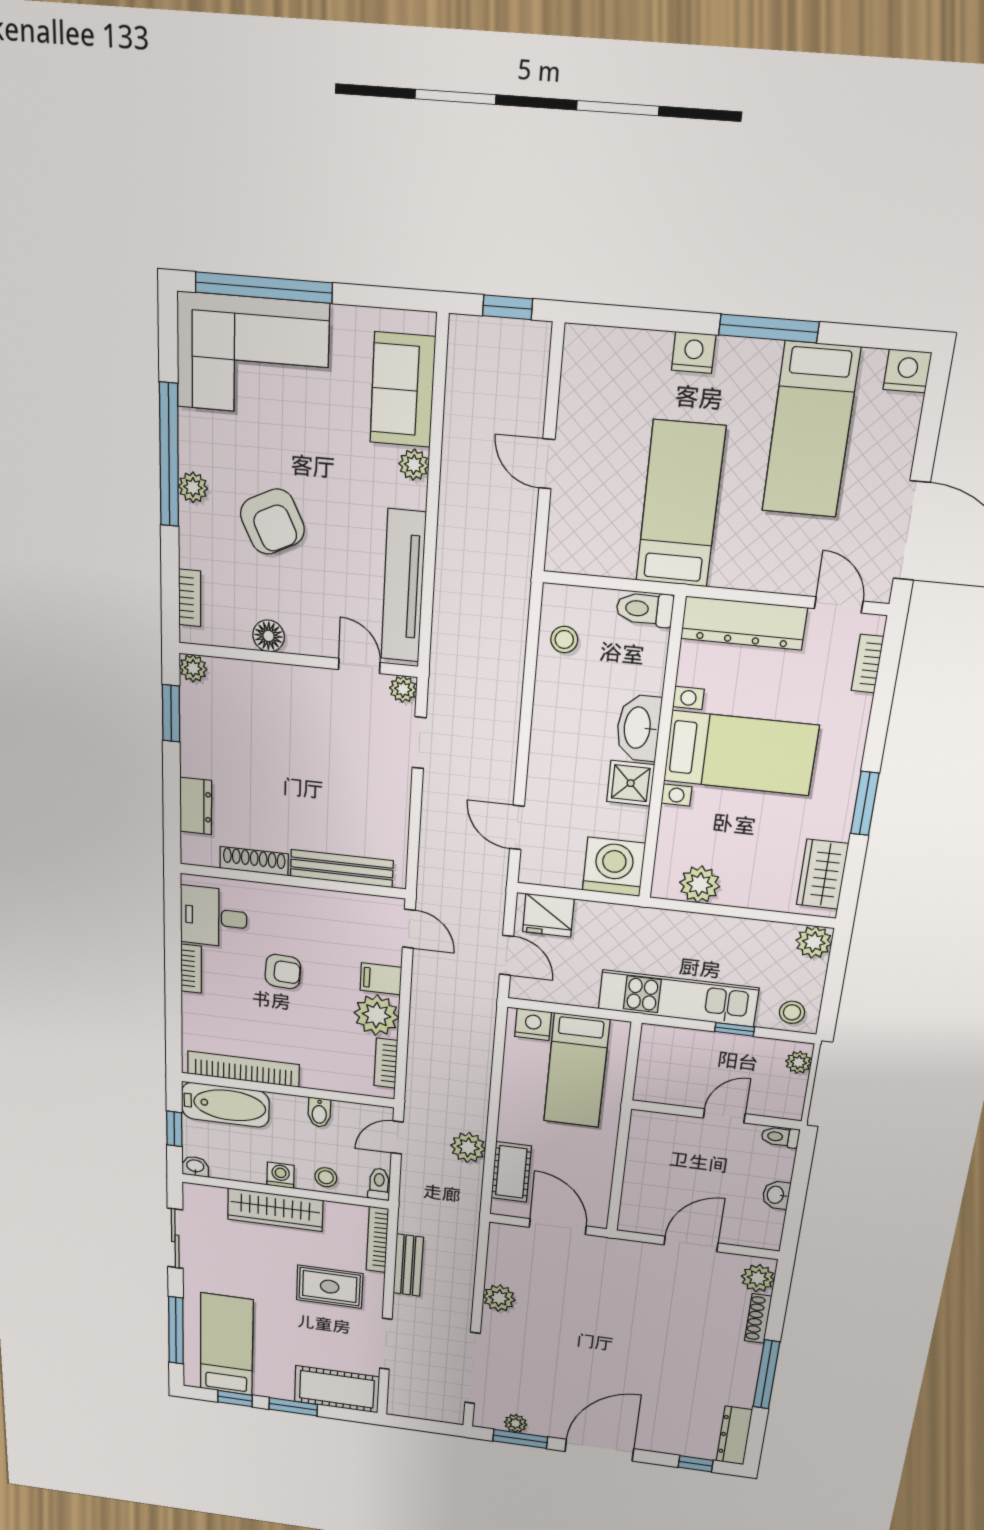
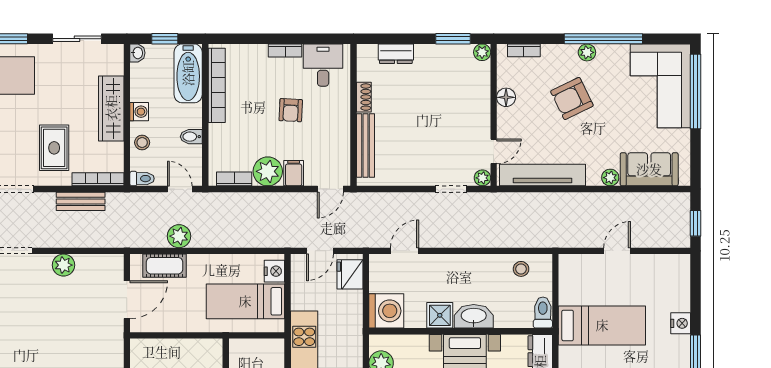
shoe rack: (254, 861) -> (364, 97), width x0.70

